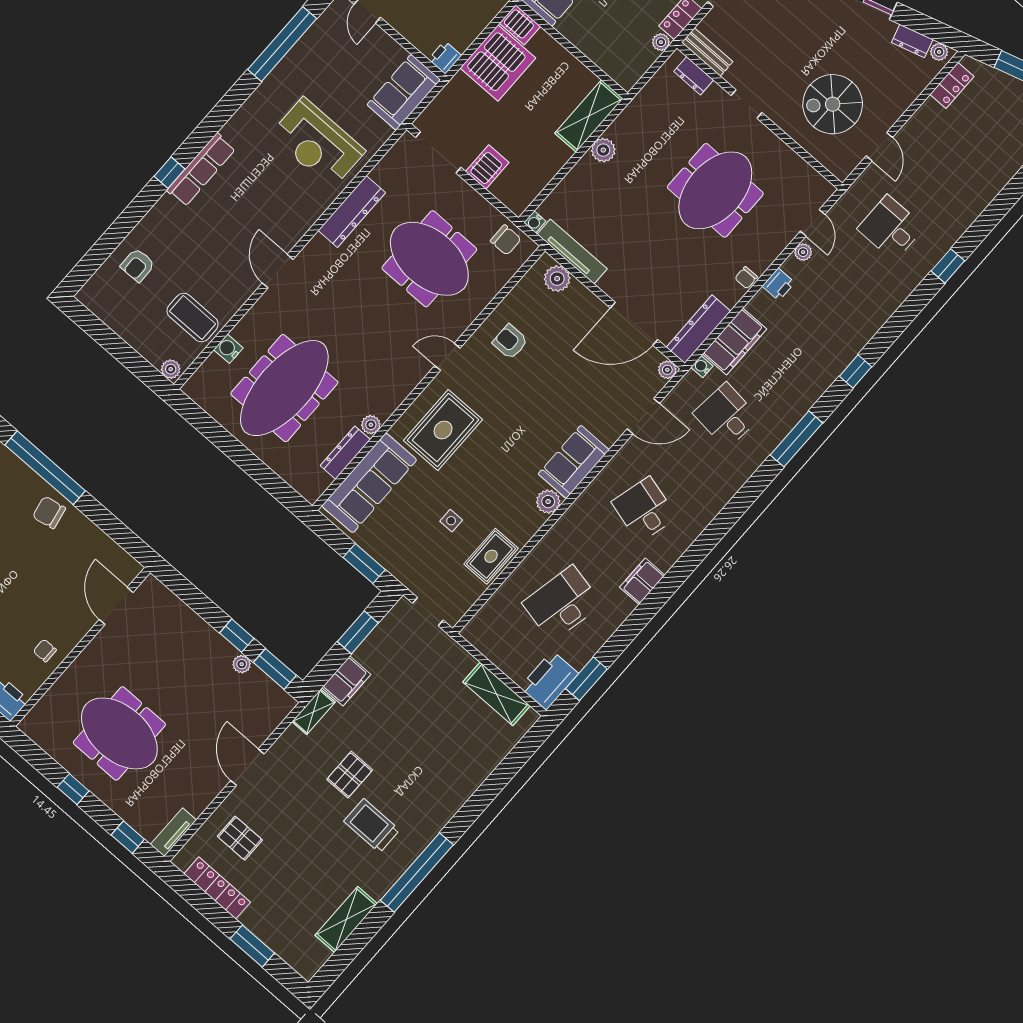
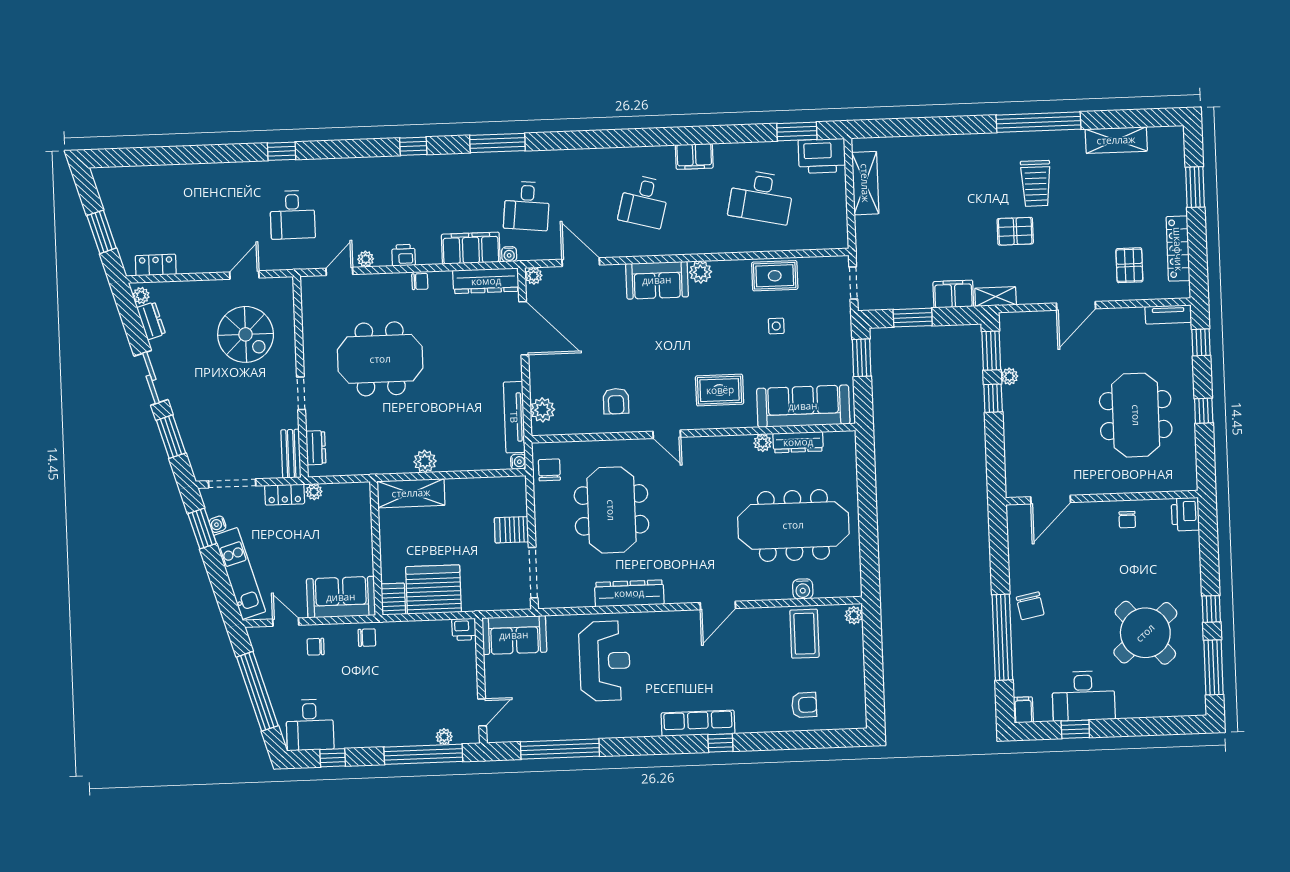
rug: (443, 430) -> (720, 390), width x0.73, depth x0.70

